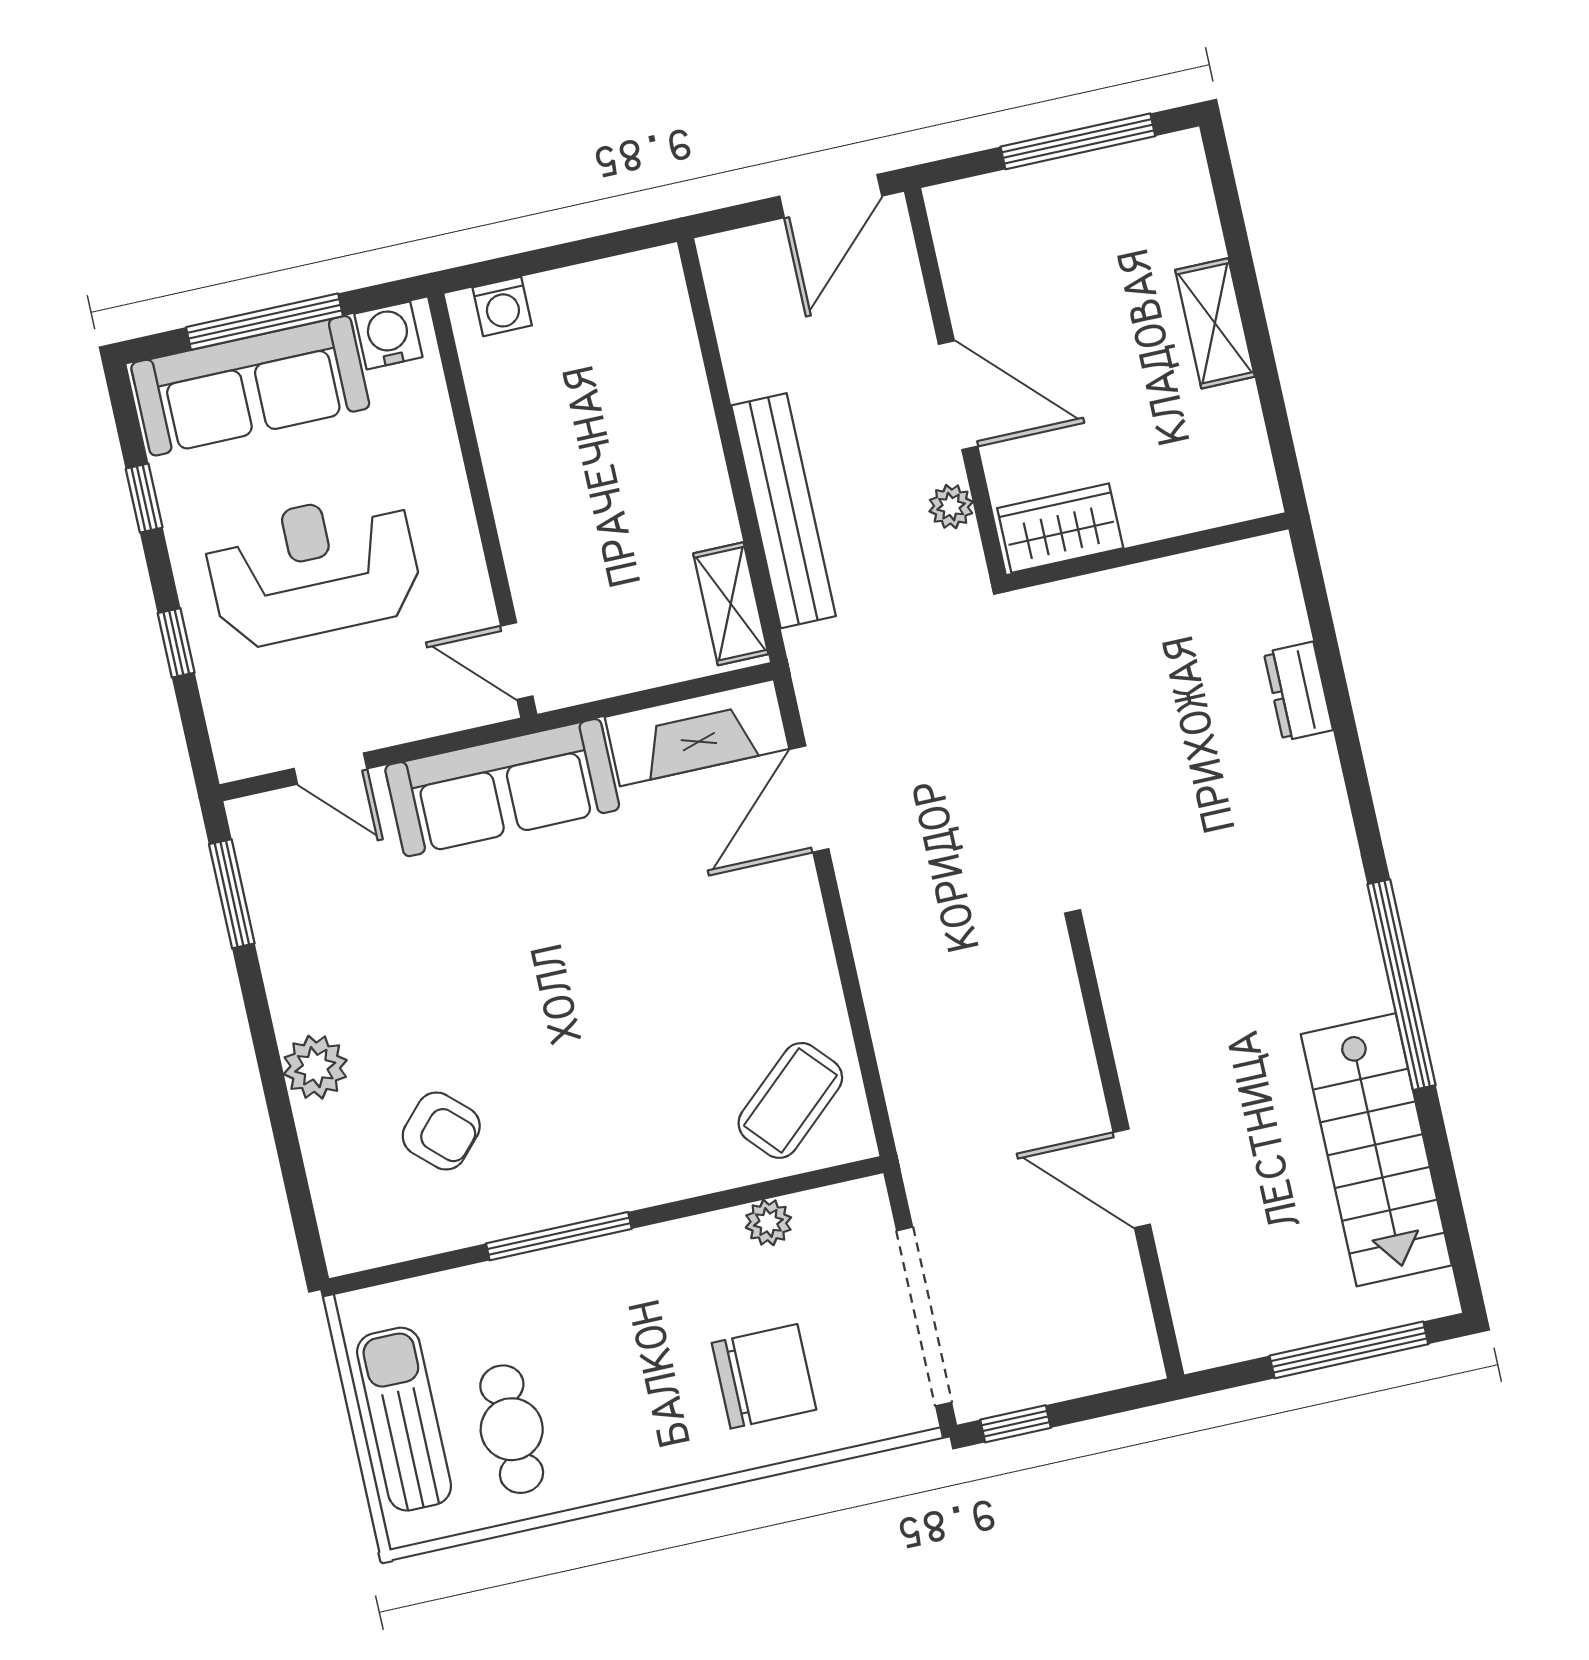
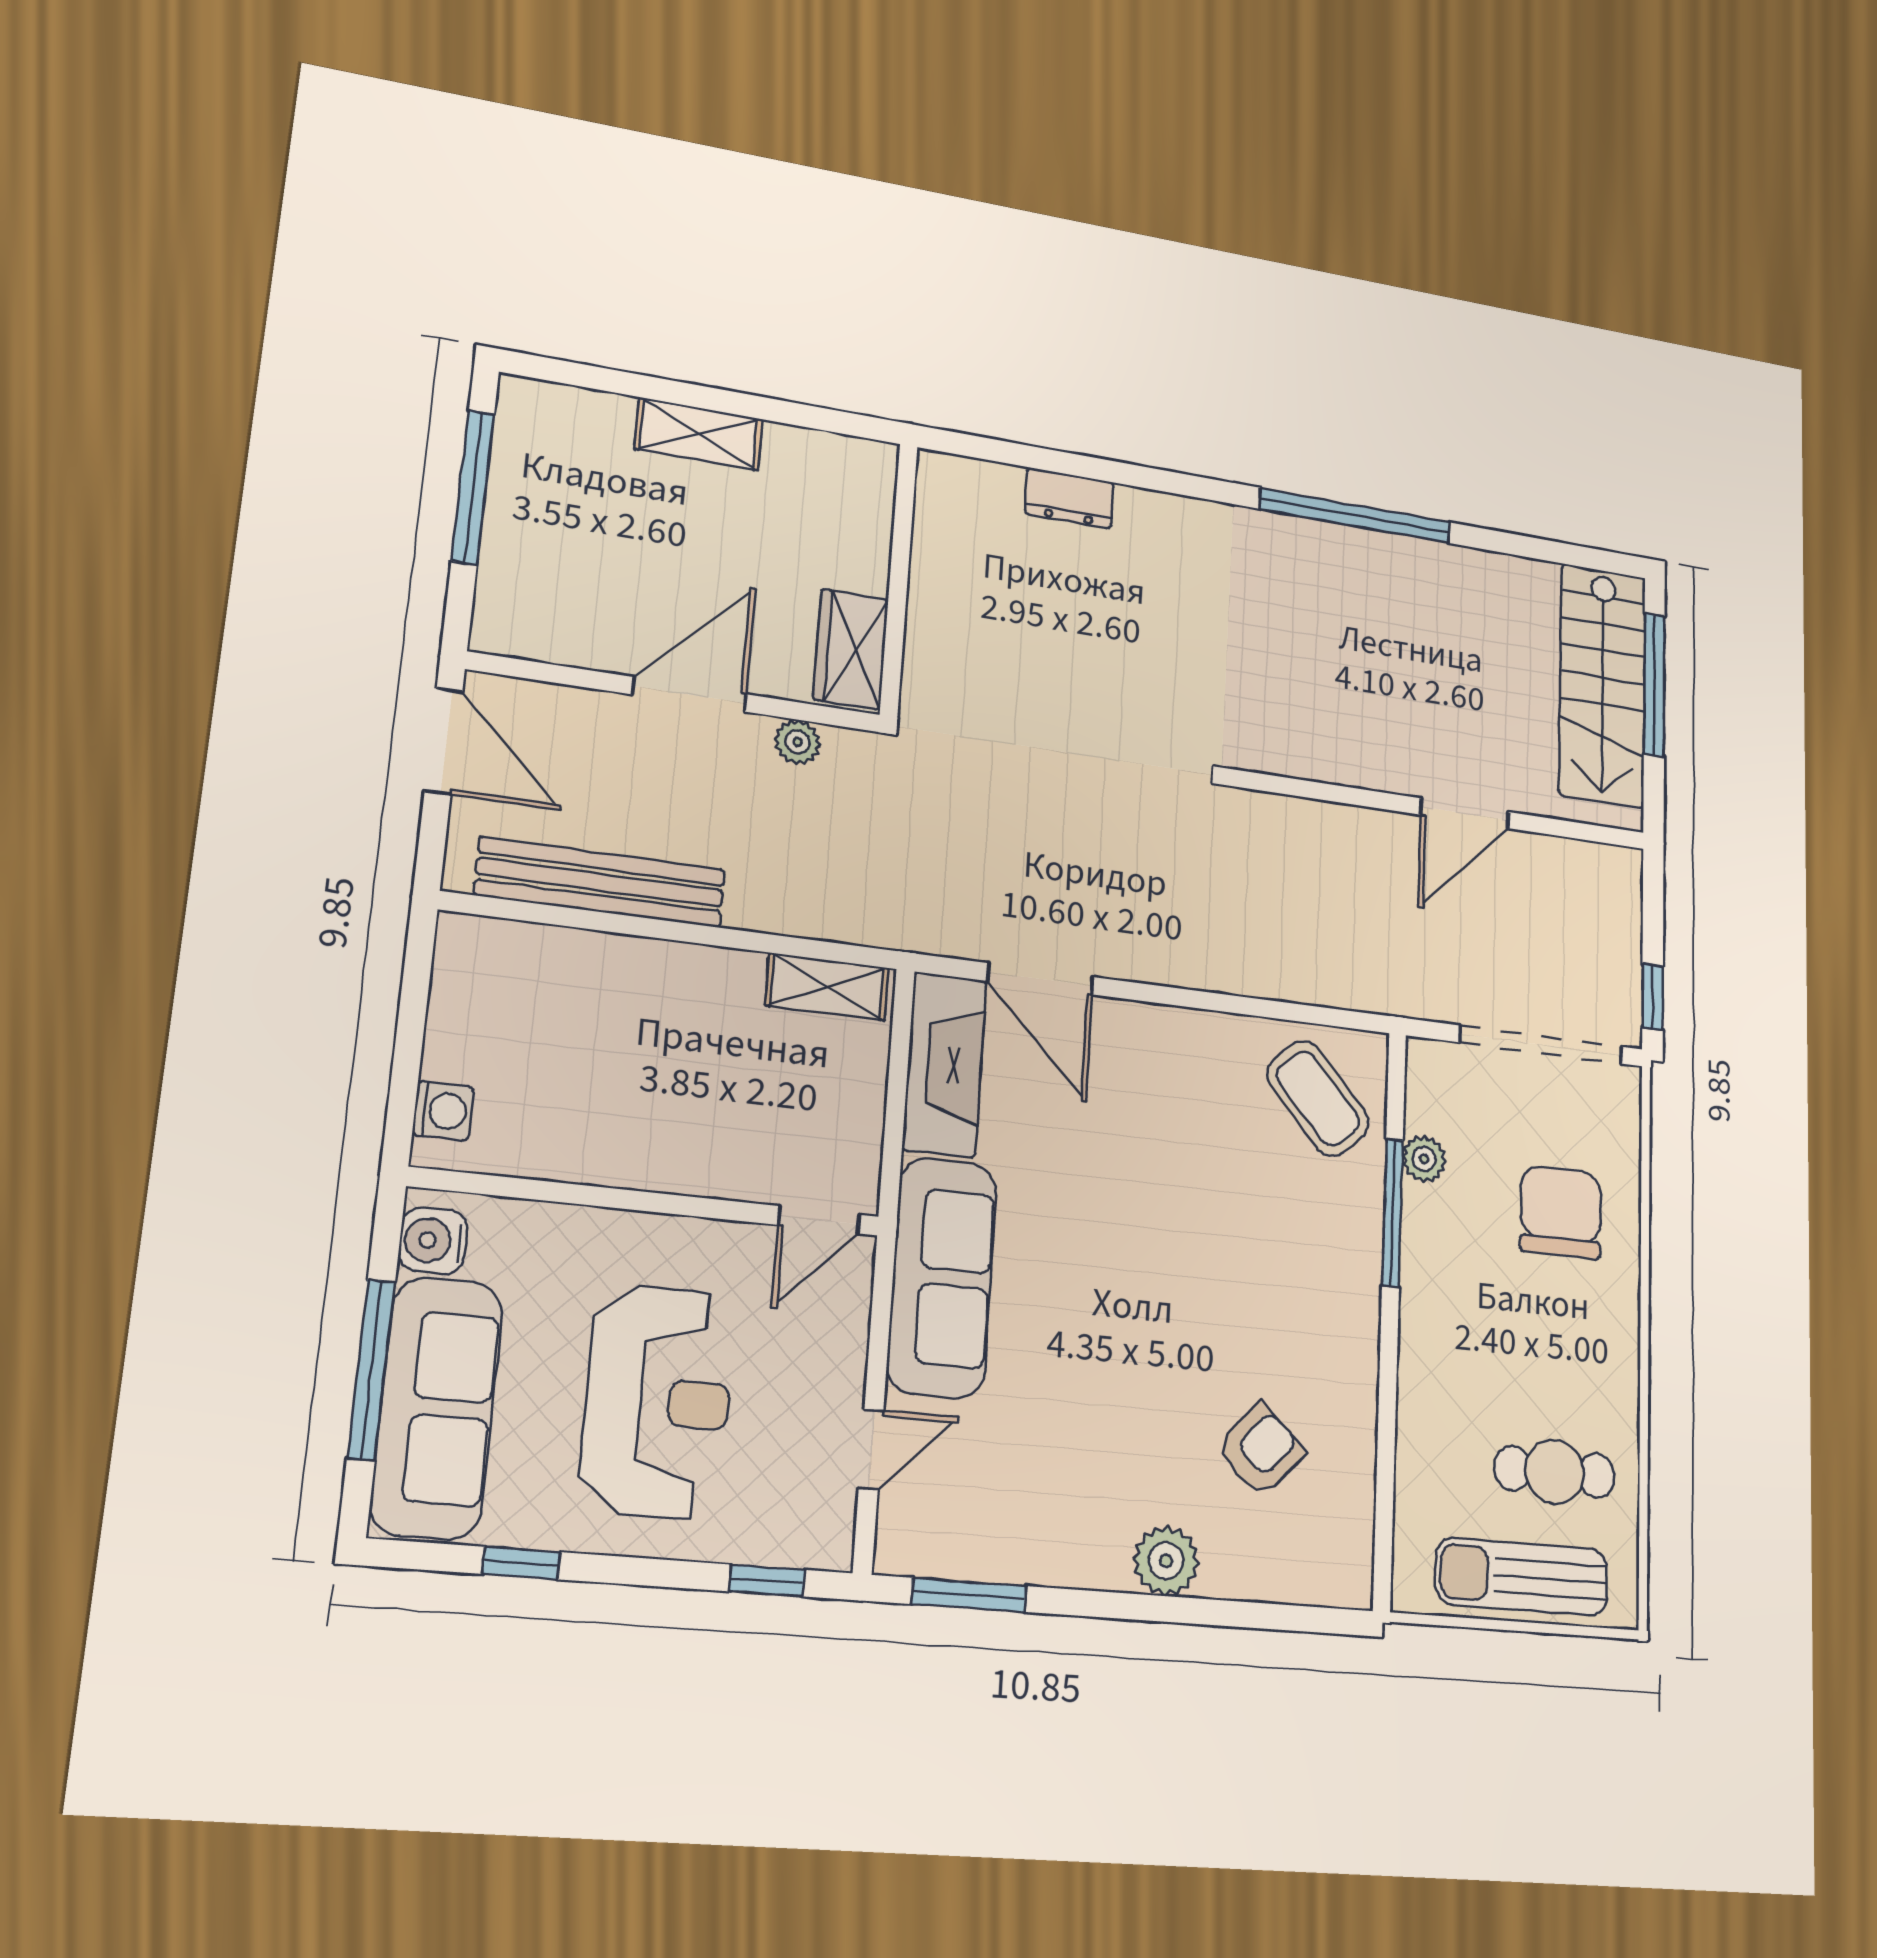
bench: (784, 511) -> (601, 882), moved
reception desk: (313, 569) -> (658, 1401), turned 180
window: (176, 643) -> (767, 1581), moved
stairs: (1376, 1150) -> (1603, 685), moved, turned 90
window: (559, 1236) -> (1393, 1213), moved

